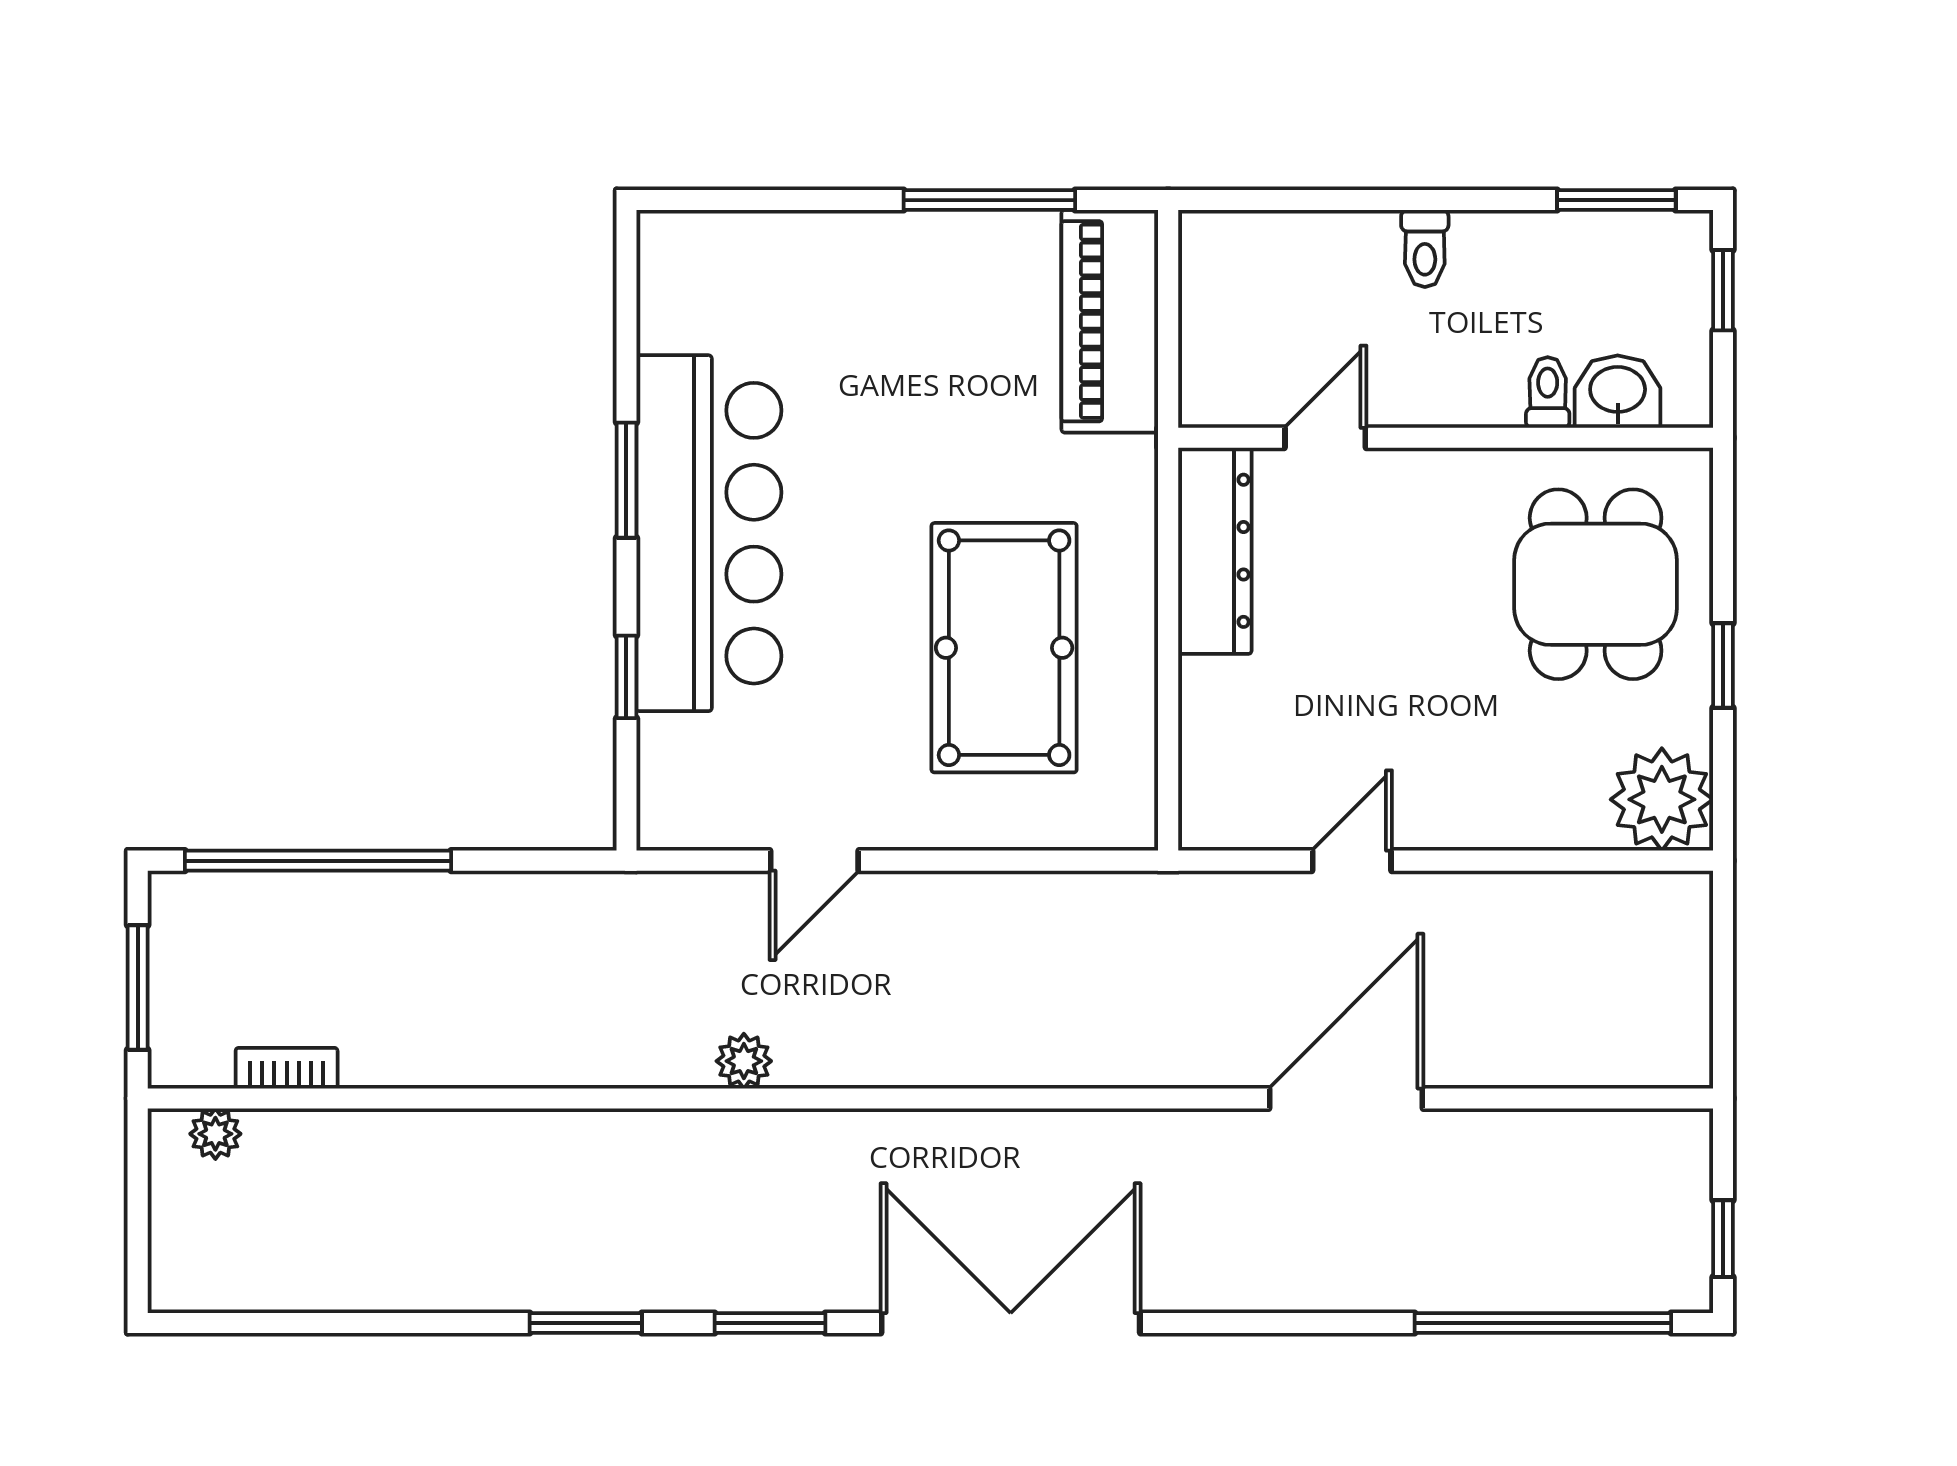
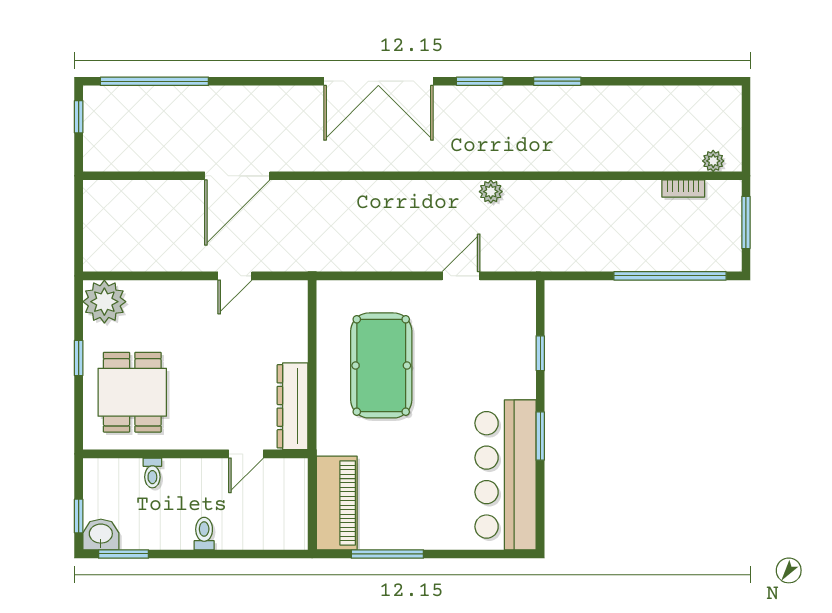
washbasin: (1618, 392) -> (101, 535), moved, turned 180
bar counter: (709, 533) -> (505, 475), moved

